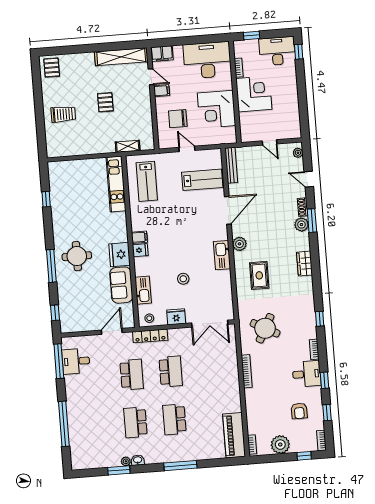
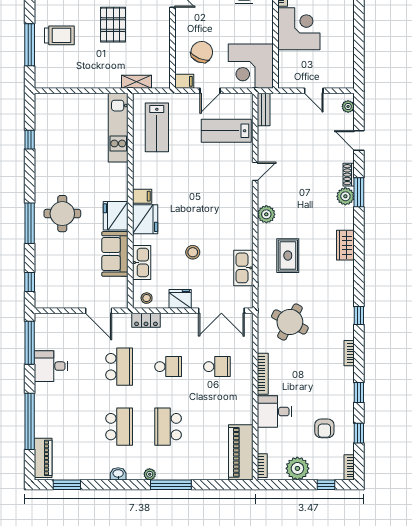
filing cabinet: (162, 91) -> (184, 81), moved
pallet: (105, 102) -> (113, 25), width x1.50, depth x1.42
corner desk: (216, 109) -> (251, 66), moved
chair: (178, 119) -> (202, 52), turned 113
window: (40, 124) -> (30, 45), added
door: (187, 149) -> (210, 91), swing flipped
bench: (231, 165) -> (264, 109), width x0.73
lab bench: (202, 180) -> (226, 131), turned 180
door: (228, 210) -> (255, 171), width x0.53
fridge: (140, 250) -> (145, 219), width x1.88, depth x1.34
kitchen sink: (222, 255) -> (243, 268), moved
door: (112, 331) -> (99, 311), swing flipped
locker: (150, 336) -> (146, 320), width x0.66
desk: (76, 361) -> (51, 366), moved
school desk: (210, 368) -> (217, 367), added
school desk: (171, 371) -> (168, 367), width x0.54
desk: (307, 374) -> (275, 412), moved, turned 180
school desk: (135, 422) -> (119, 427), turned 180
piano: (77, 452) -> (43, 458), added
plant: (126, 461) -> (150, 474), moved
window: (119, 470) -> (67, 485), moved

